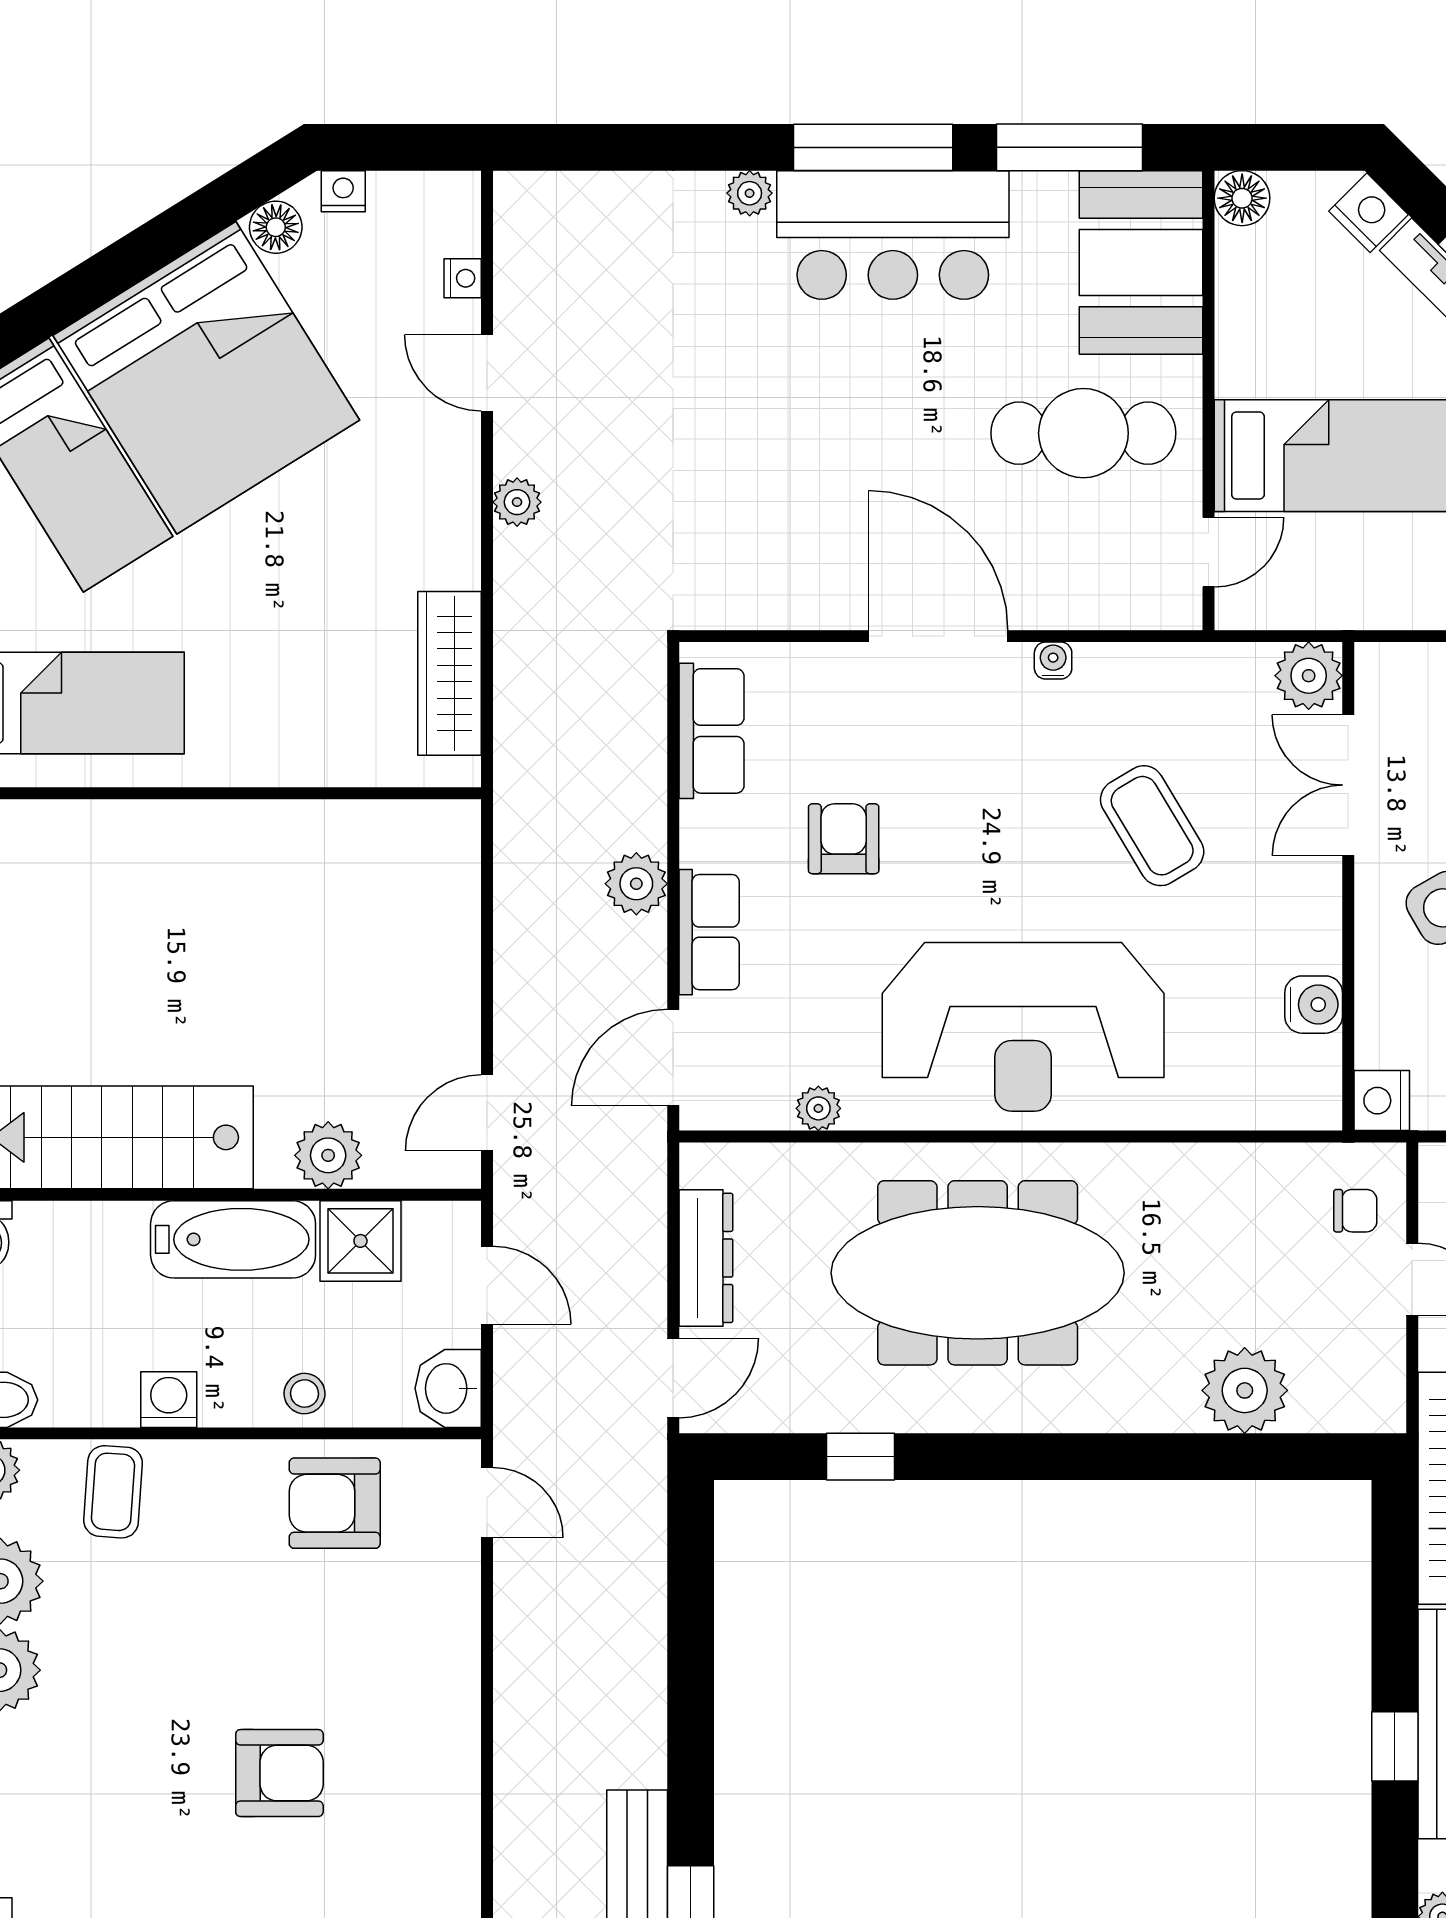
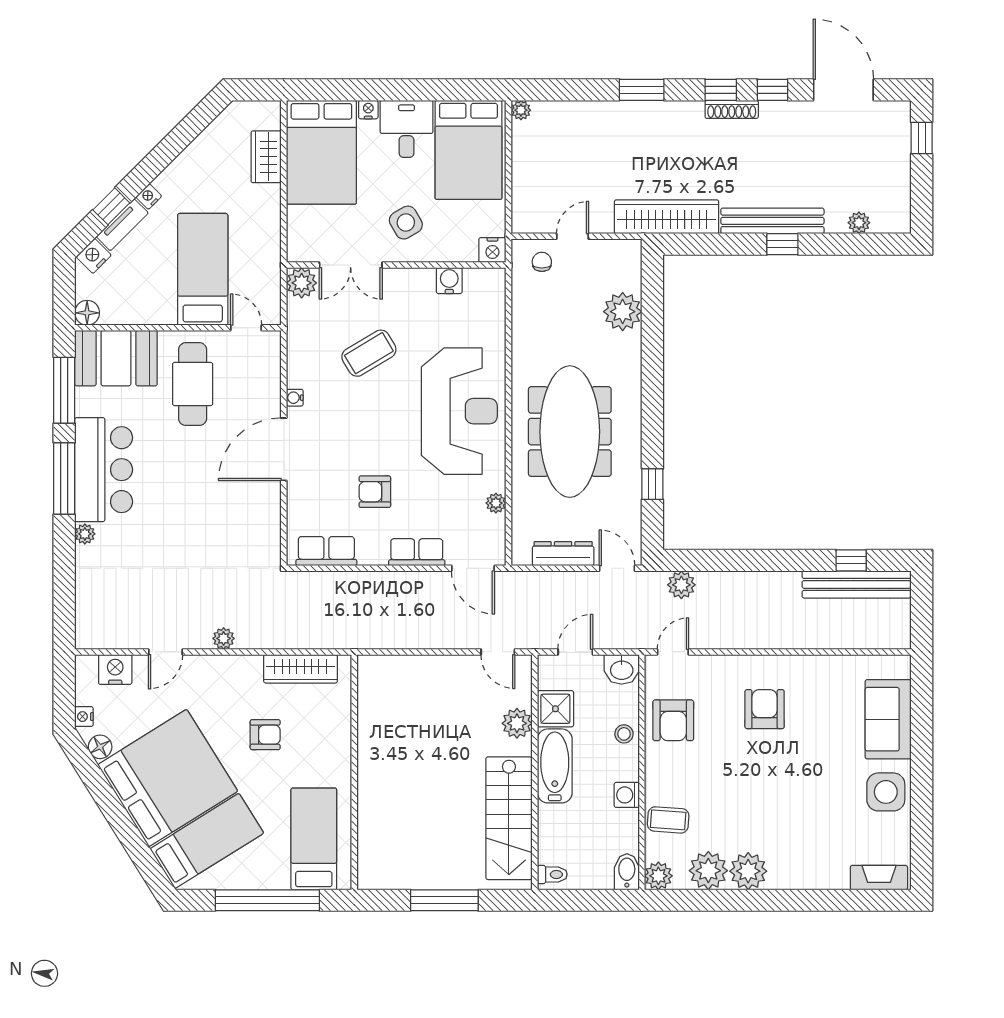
nightstand: (463, 278) -> (115, 669), width x1.89, depth x1.79
armchair: (303, 595) -> (265, 735), added
plant: (636, 884) -> (681, 585), moved
armchair: (279, 1773) -> (765, 709), moved

